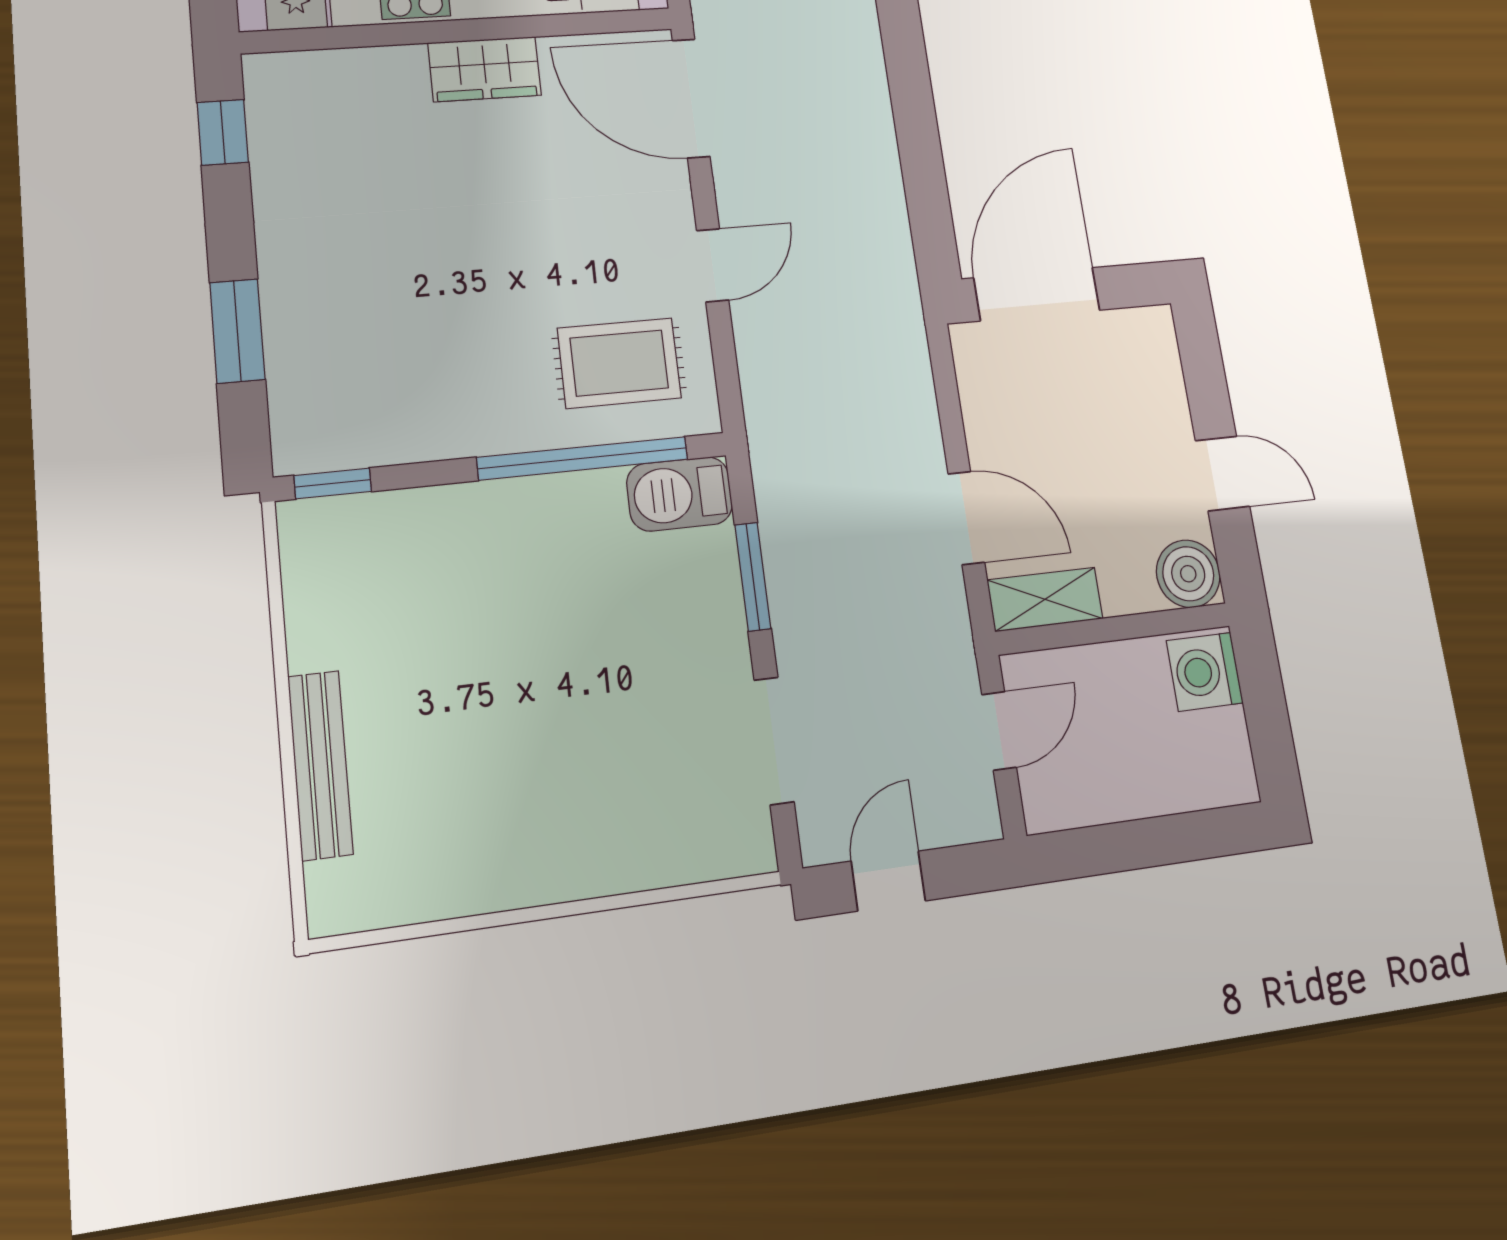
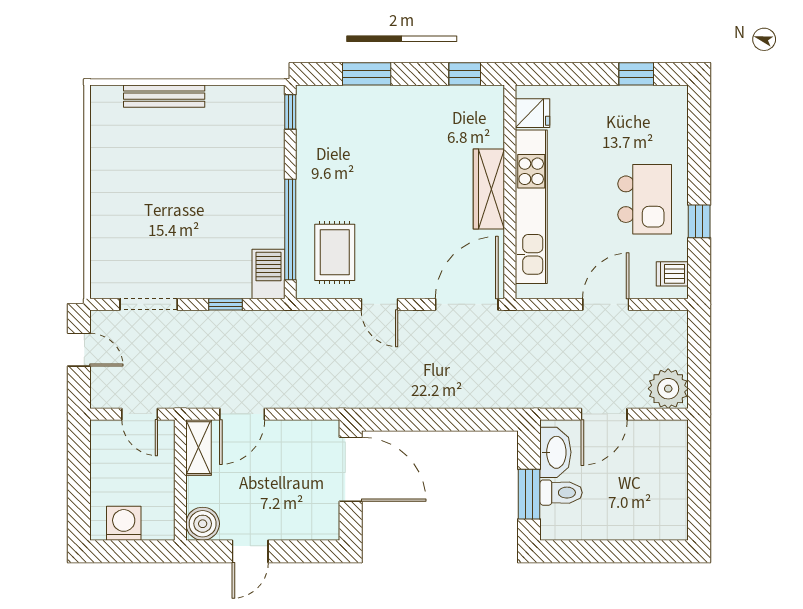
wardrobe: (485, 69) -> (489, 189), width x1.50
window: (753, 577) -> (226, 304), width x0.67
washing machine: (1205, 672) -> (124, 523), moved

